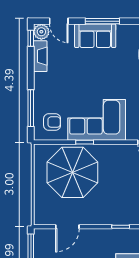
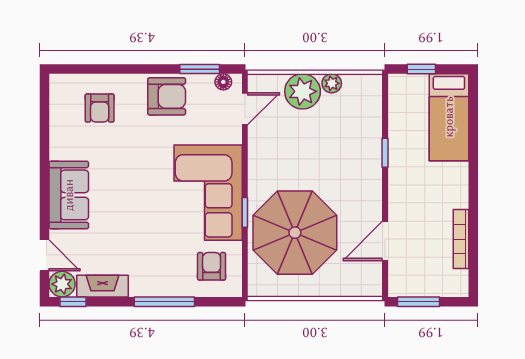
door: (59, 21) -> (44, 255), hinge flipped
window: (102, 21) -> (44, 183), removed
window: (31, 108) -> (164, 302), moved
door: (67, 227) -> (385, 241), swing flipped

